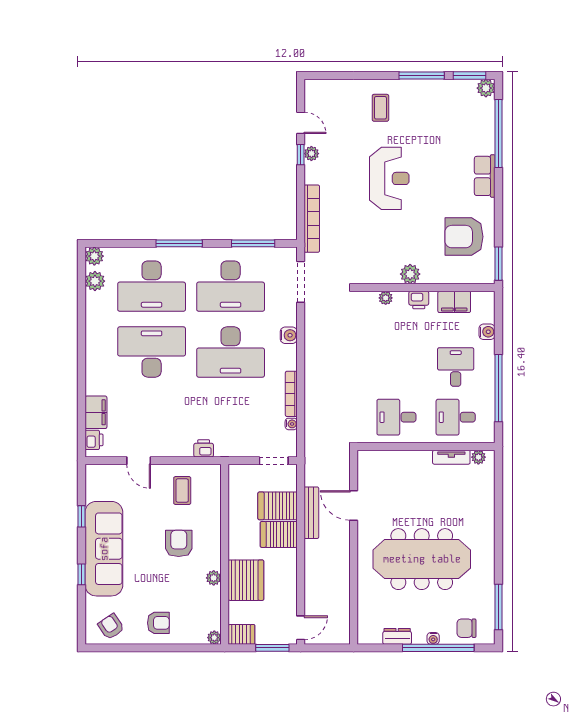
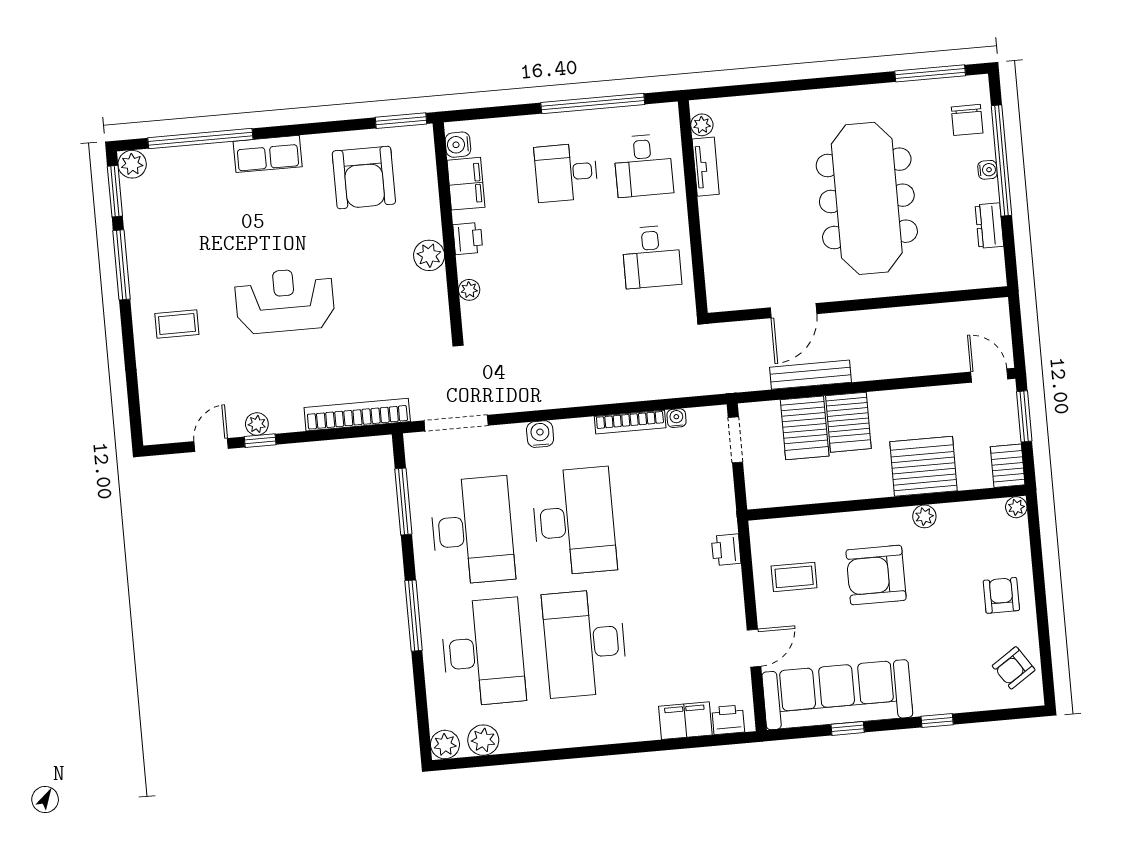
water cooler: (487, 332) -> (458, 145), moved, turned -90
armchair: (179, 543) -> (876, 575), width x1.36, depth x1.36
sofa: (104, 549) -> (837, 695), moved

